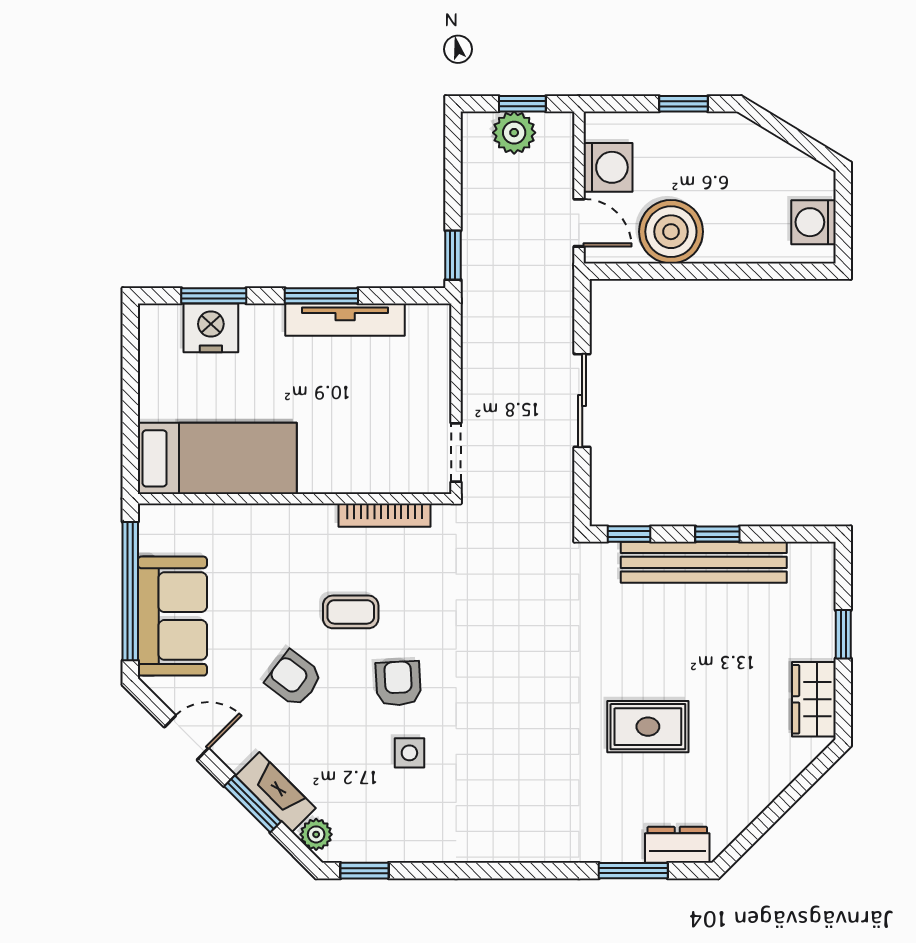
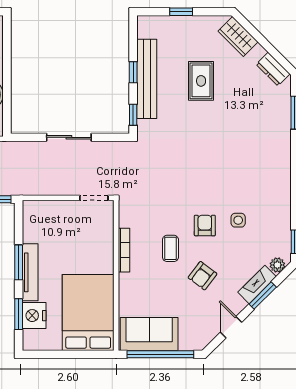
tv unit: (345, 320) -> (30, 272), moved
bed: (217, 458) -> (88, 312), width x1.50
bookcase: (384, 515) -> (124, 250), moved
sofa: (172, 616) -> (149, 334), moved
armchair: (398, 683) -> (205, 226), turned 93
wardrobe: (814, 699) -> (238, 36), moved, turned 45
rug: (648, 727) -> (201, 81), moved
dresser: (677, 845) -> (273, 69), moved, turned -45

